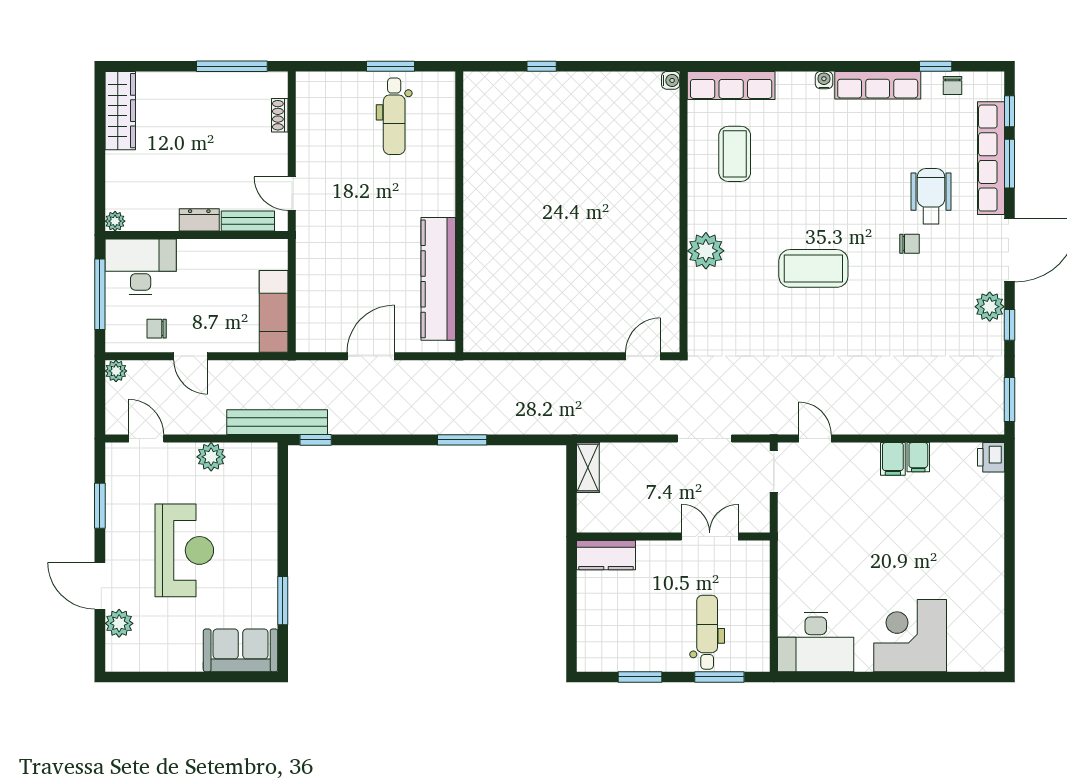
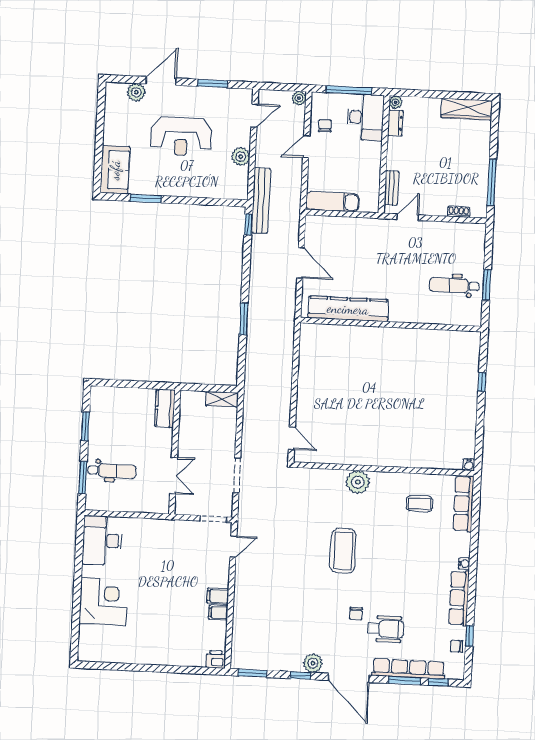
coffee table: (735, 154) -> (419, 504), width x0.73, depth x0.77
dresser: (199, 220) -> (395, 123), moved

